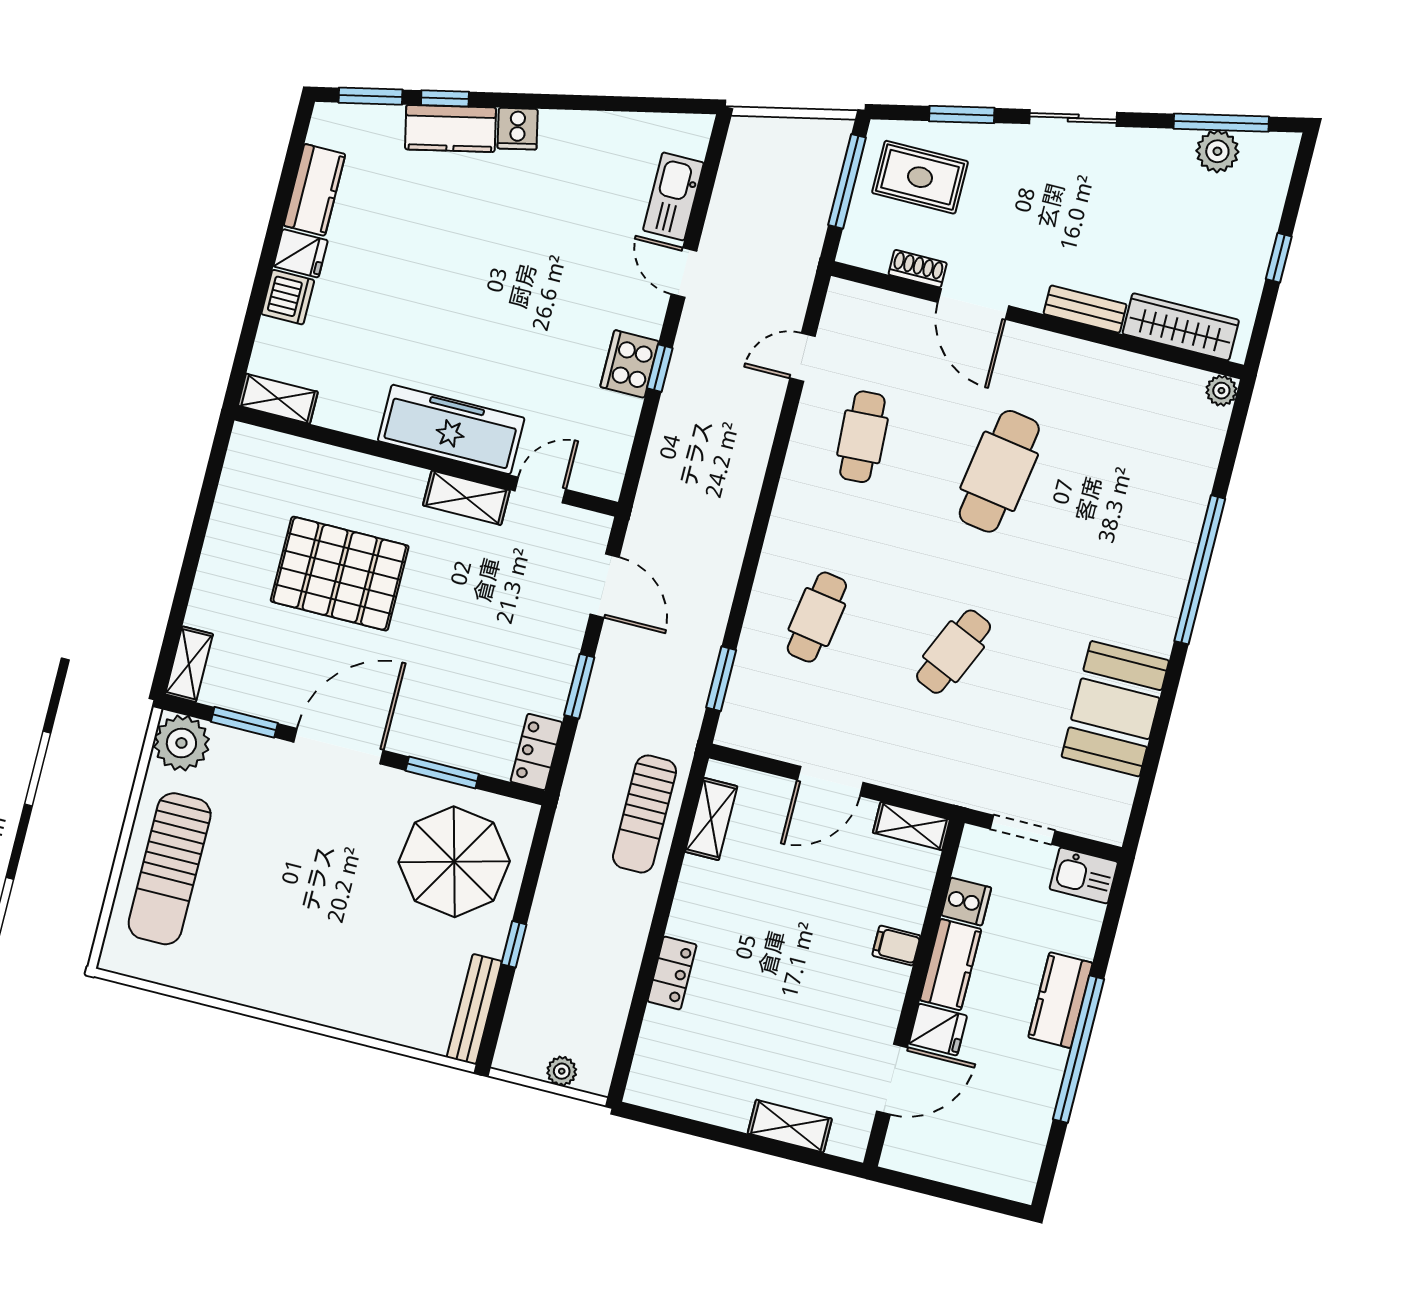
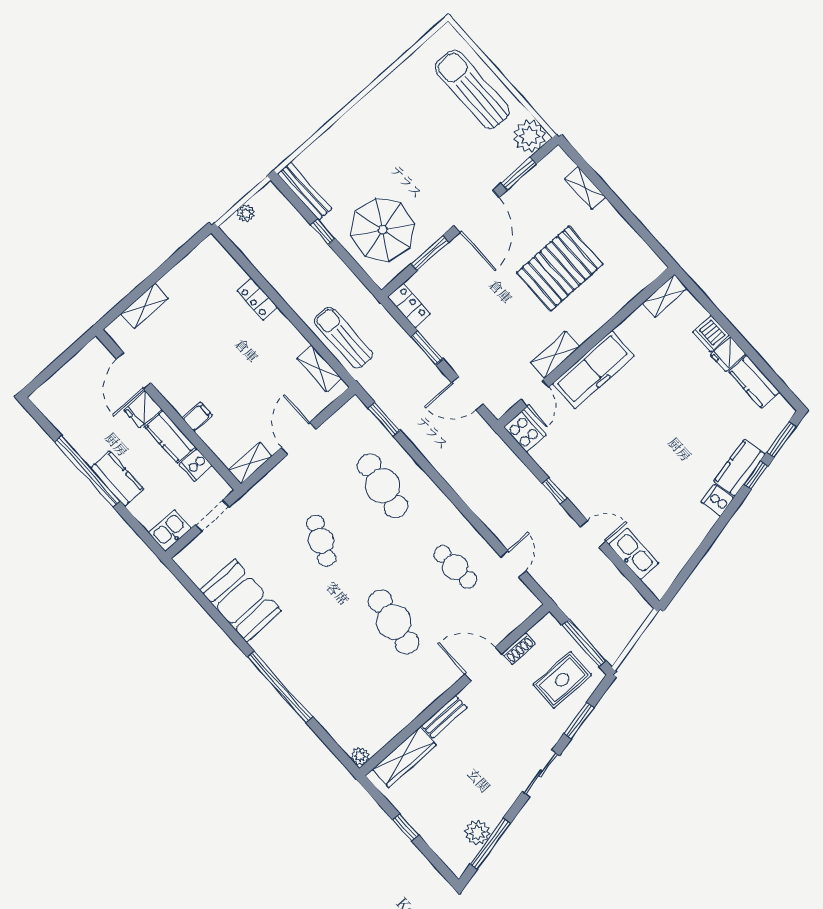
cooker: (629, 364) -> (525, 431), moved
cafe table: (817, 617) -> (383, 486), width x1.37, depth x1.35
shelving: (189, 664) -> (585, 188), moved

